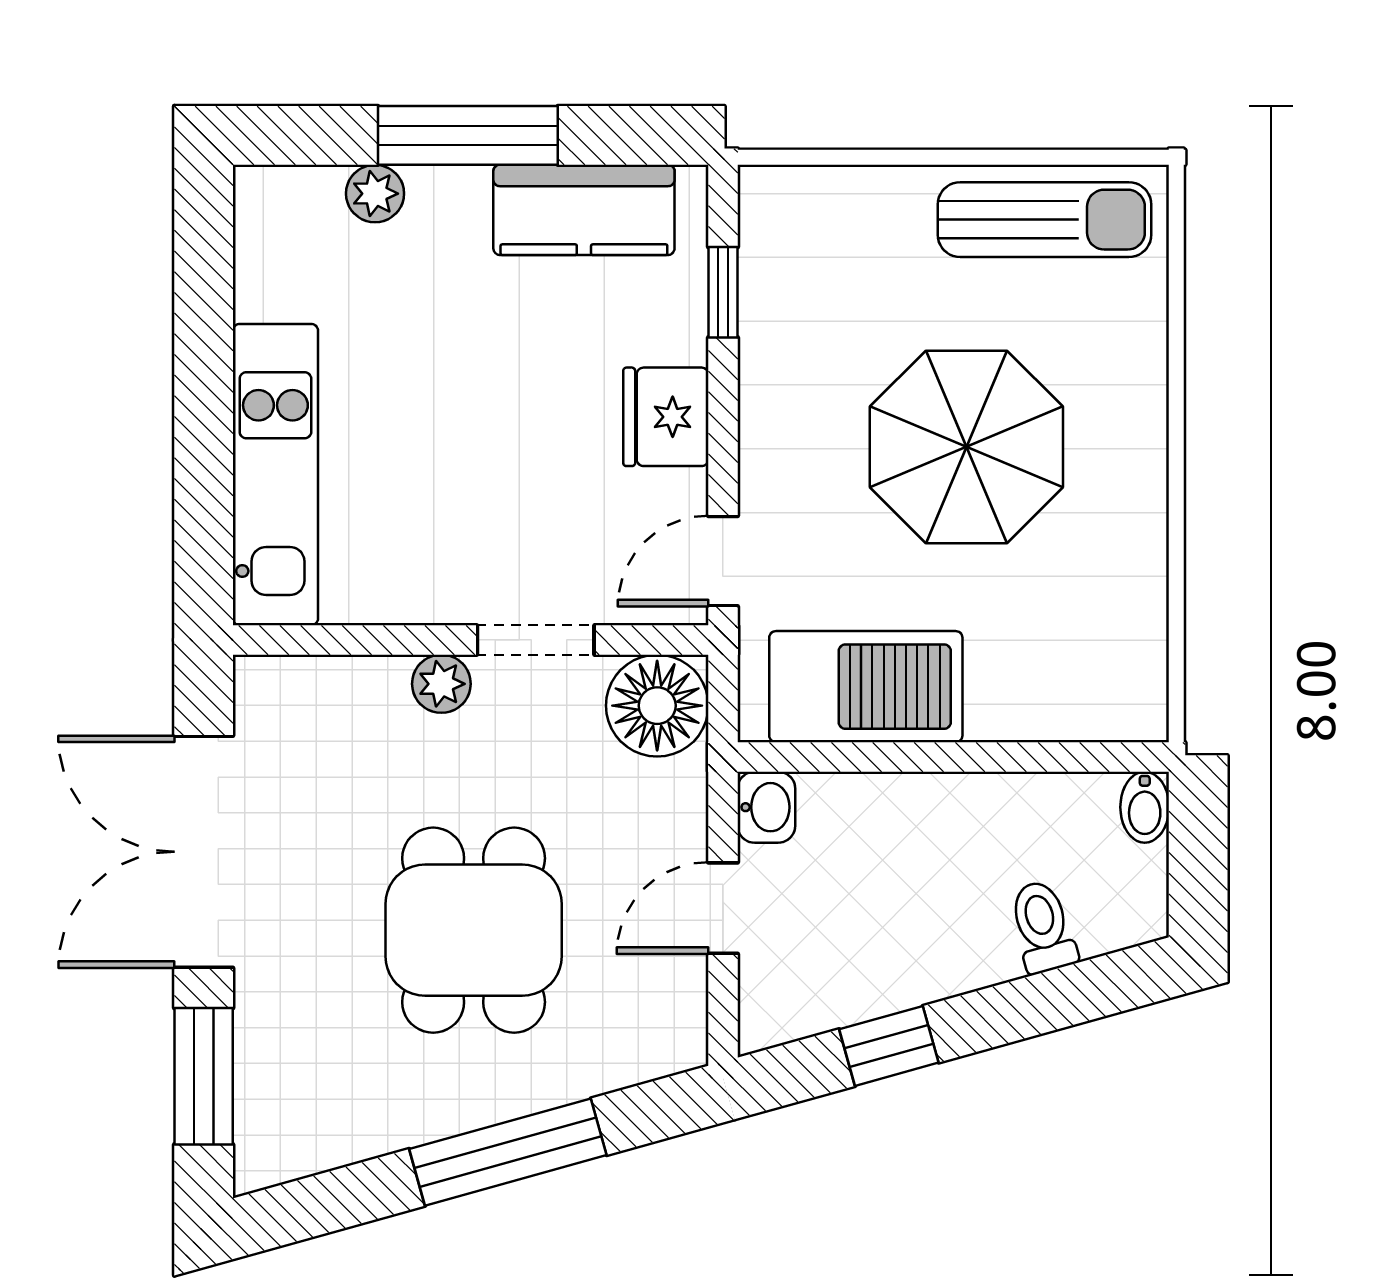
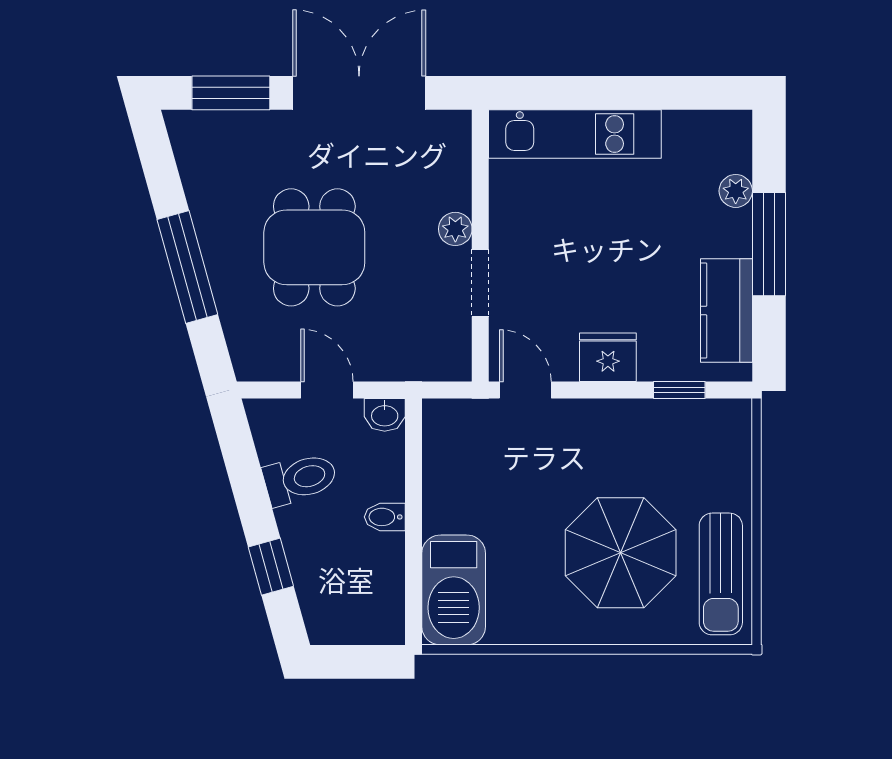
parasol: (966, 447) -> (621, 553), moved
barbecue: (866, 687) -> (454, 590), moved
floor lamp: (657, 706) -> (443, 352), removed
bidet: (1145, 807) -> (385, 517), moved
toilet: (1043, 927) -> (300, 479), moved, width x1.37, depth x1.39
dining table: (474, 930) -> (314, 247), turned 90
window: (889, 1046) -> (271, 567), moved

